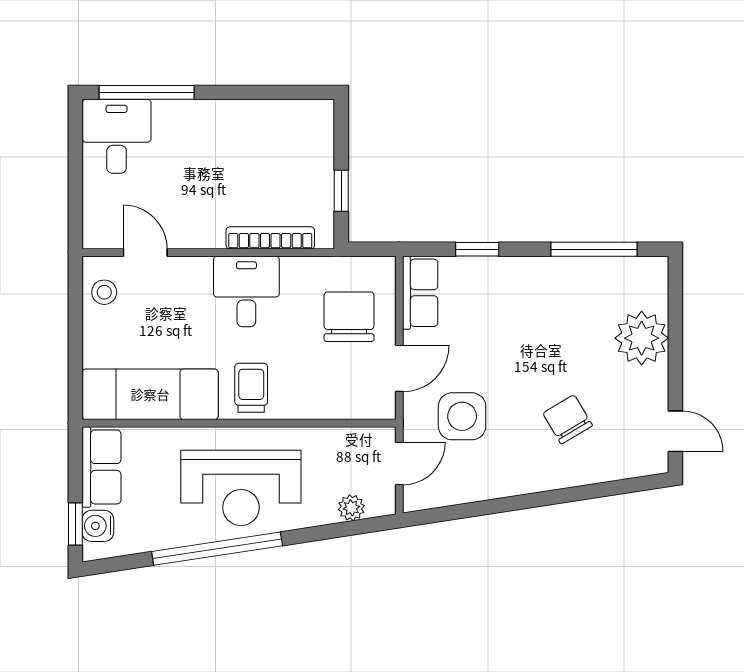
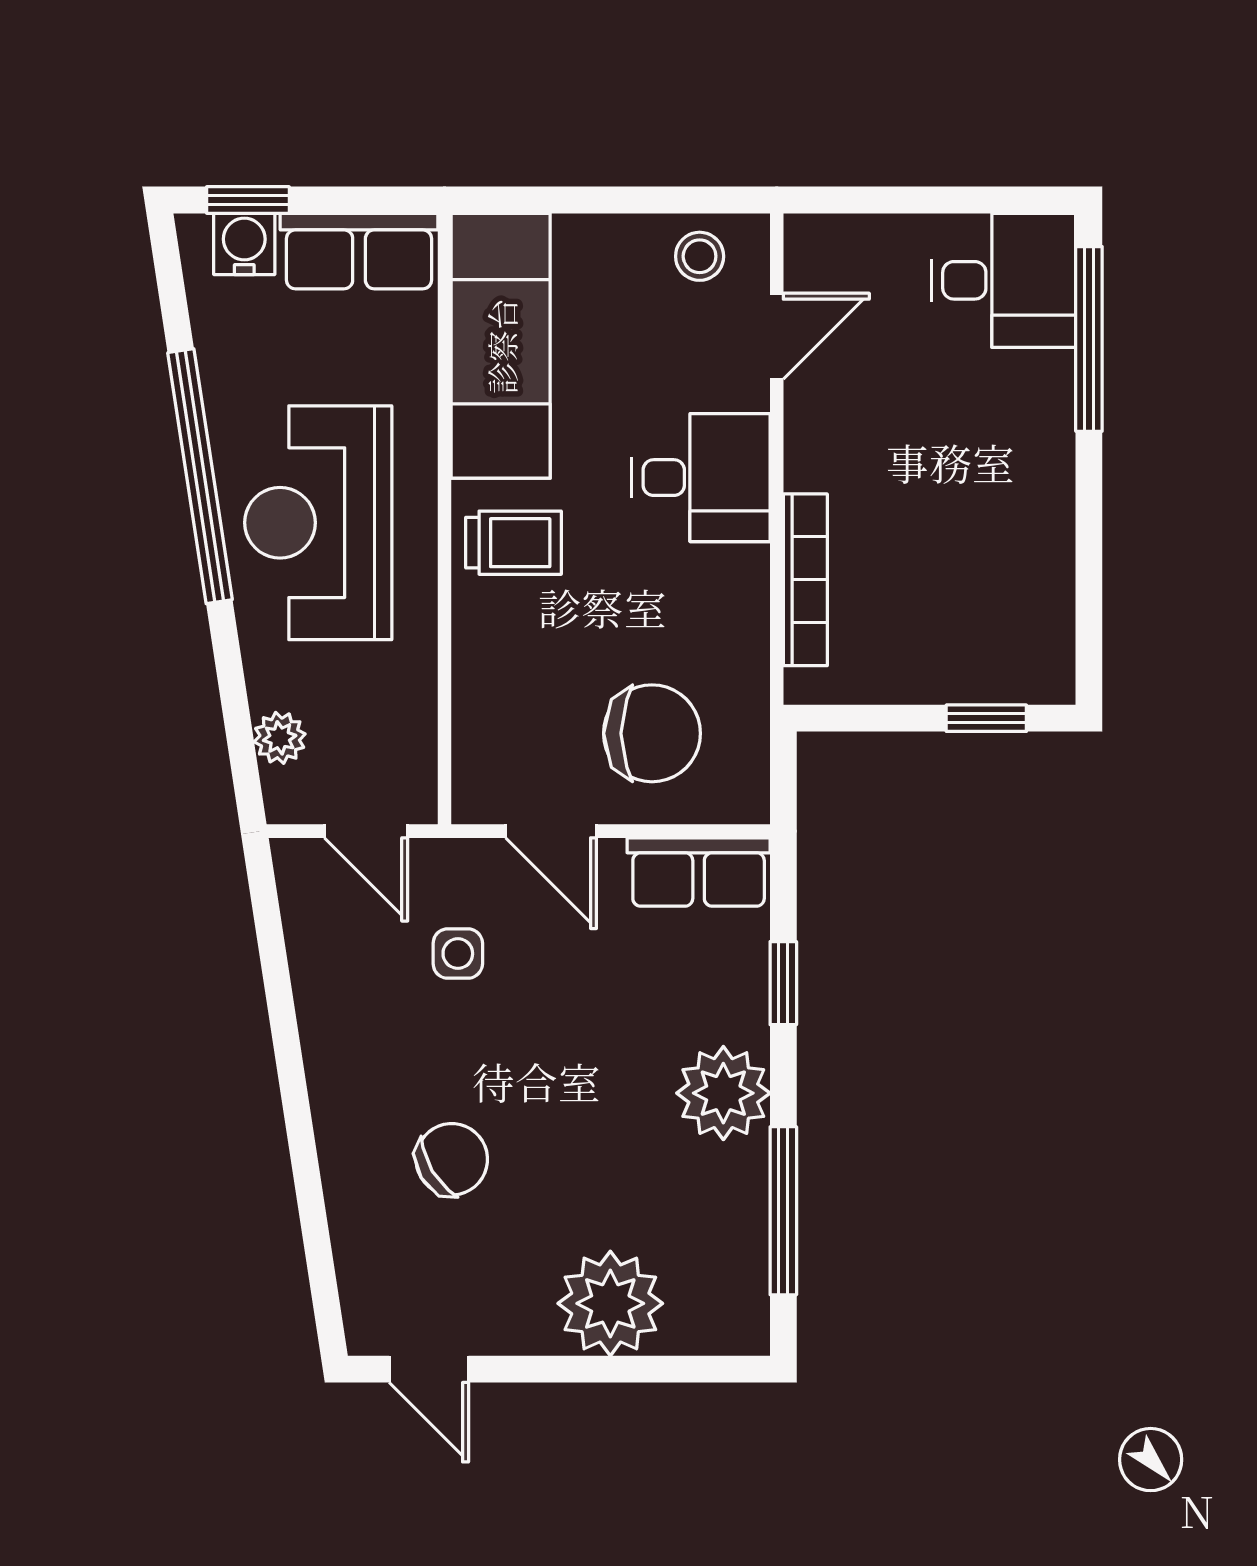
window: (341, 191) -> (986, 718), moved
plant: (534, 280) -> (723, 1093), added
desk: (246, 291) -> (701, 478), moved
side table: (462, 416) -> (458, 954), width x0.54, depth x0.54
door: (675, 431) -> (429, 1369), hinge flipped

